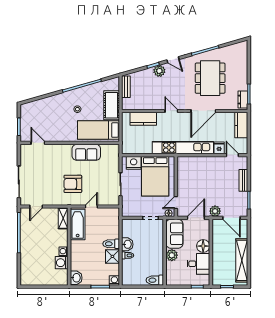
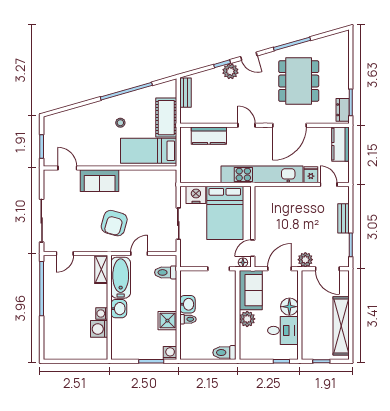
sofa: (86, 152) -> (100, 181), moved
armchair: (73, 184) -> (114, 223), turned -74
toilet: (111, 244) -> (166, 272), moved
washbasin: (76, 278) -> (119, 309), moved

